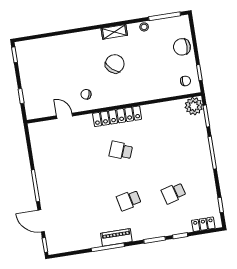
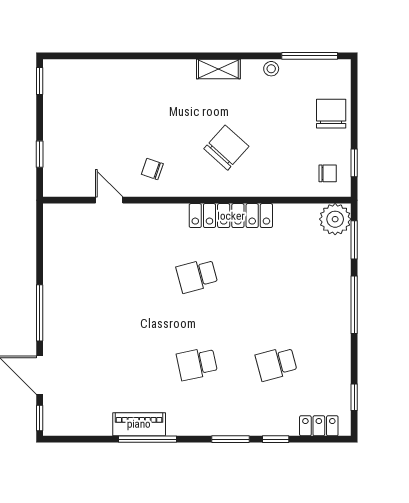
chair: (182, 47) -> (331, 114), turned 90
chair: (115, 64) -> (226, 148), moved
locker: (117, 116) -> (231, 216), moved
school desk: (121, 151) -> (197, 276), turned -36
piano: (116, 237) -> (139, 424), moved

